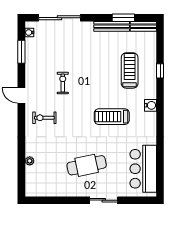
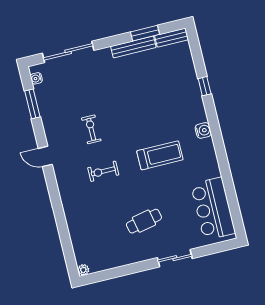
treadmill: (130, 70) -> (168, 95), removed
treadmill: (112, 117) -> (160, 155), turned 180
exercise bike: (44, 118) -> (103, 171), moved
plant: (30, 161) -> (83, 270), moved
cafe table: (87, 165) -> (144, 221), width x0.73, depth x0.74

